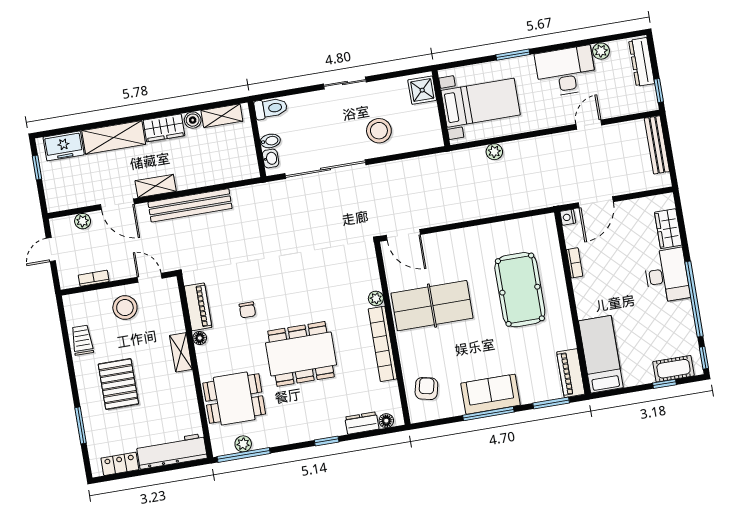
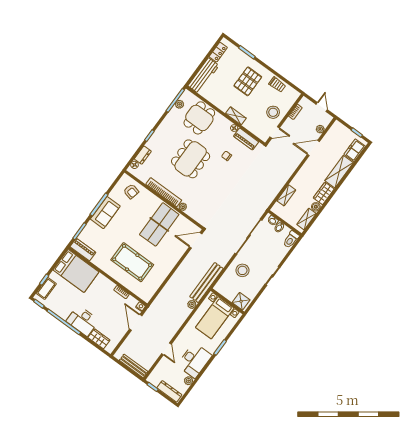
shelving: (156, 186) -> (286, 195), moved
bench: (190, 205) -> (206, 283), moved
bed: (601, 354) -> (76, 271), width x1.50
pallet: (118, 384) -> (248, 81), turned 90

